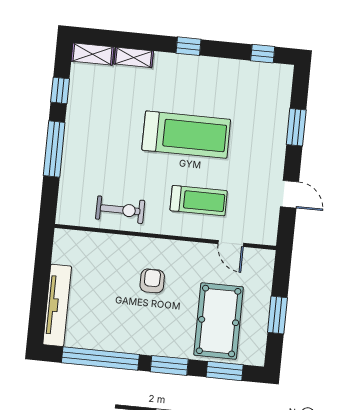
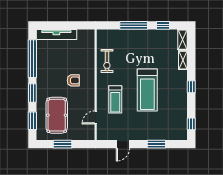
pool table: (219, 321) -> (57, 115), turned 90

